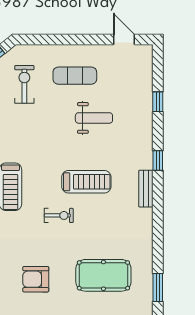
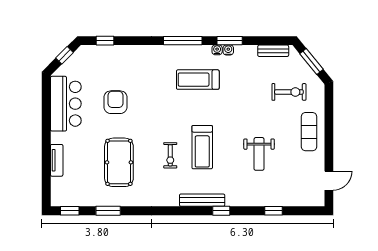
exercise mat: (75, 76) -> (309, 132), moved
bench: (146, 189) -> (202, 200), width x1.36
exercise bike: (59, 215) -> (170, 155), moved

